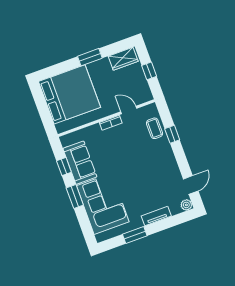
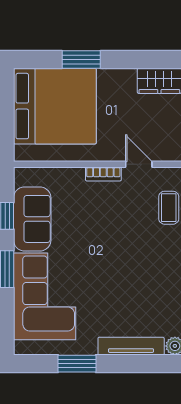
window: (90, 57) -> (81, 60), moved
tv unit: (156, 216) -> (131, 346), width x1.41

